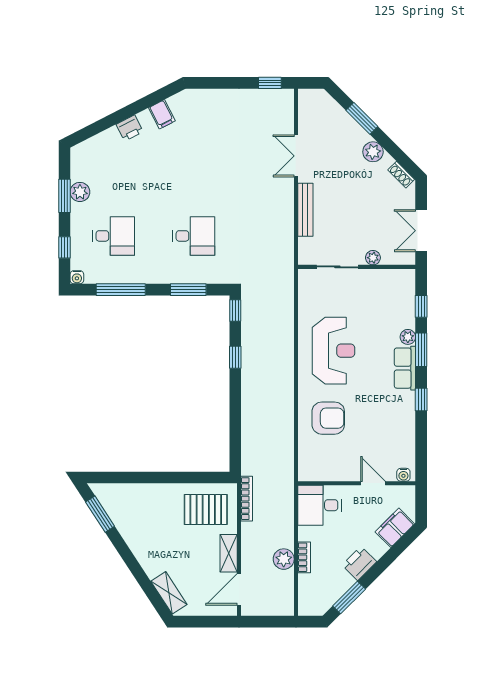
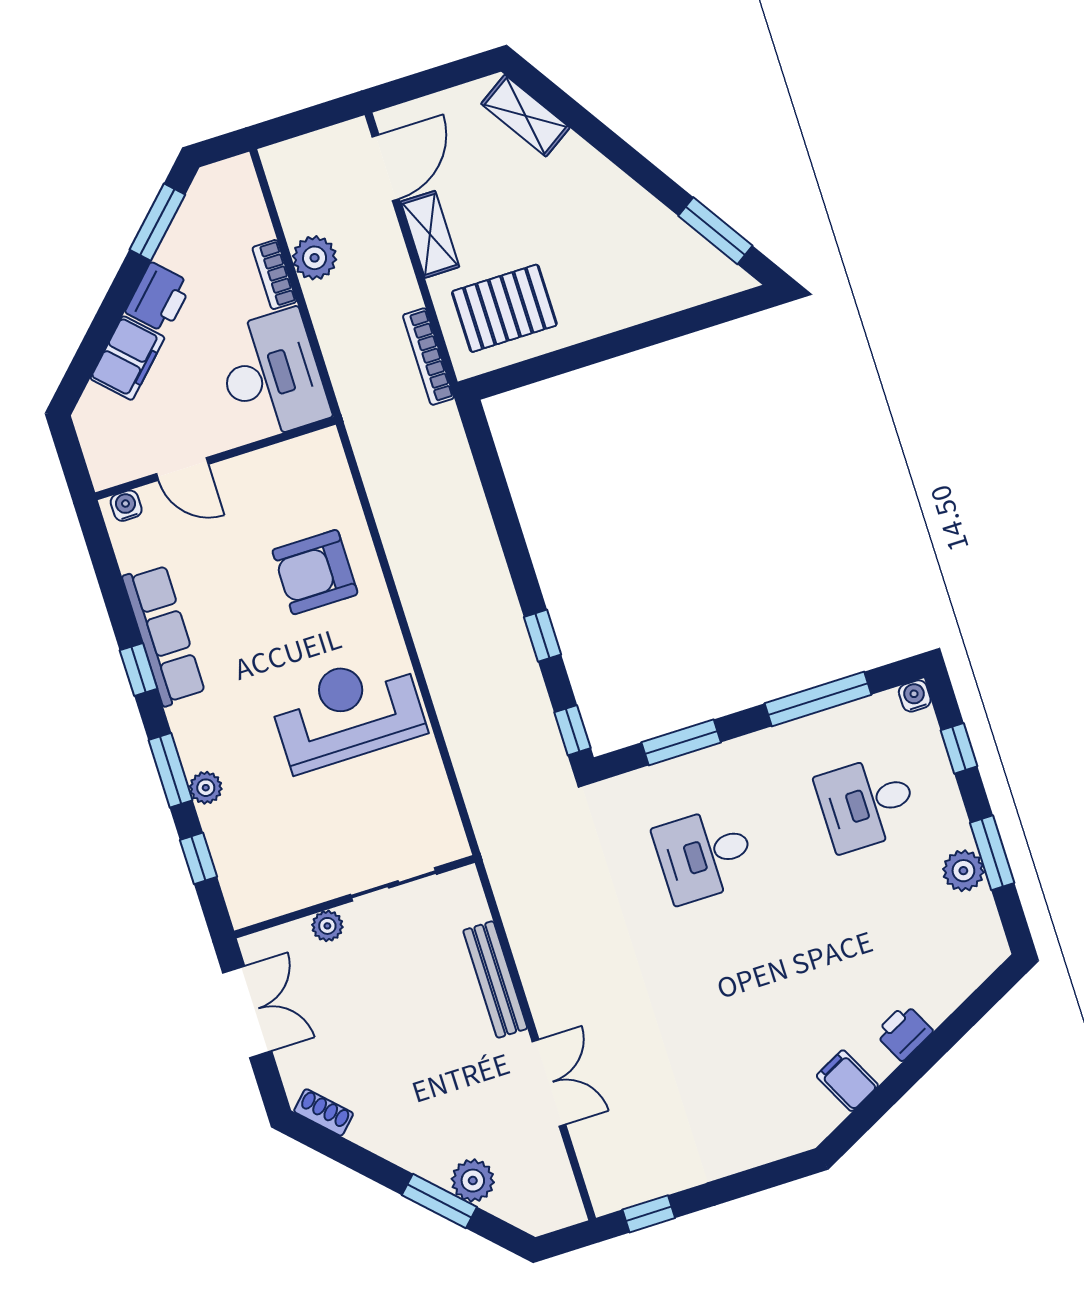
plant: (373, 152) -> (473, 1181), moved
reception desk: (333, 351) -> (348, 712), turned 90
row of seats: (405, 368) -> (164, 635), moved, width x1.48
desk: (320, 505) -> (272, 375), width x1.37
filing cabinet: (395, 528) -> (127, 358), moved

